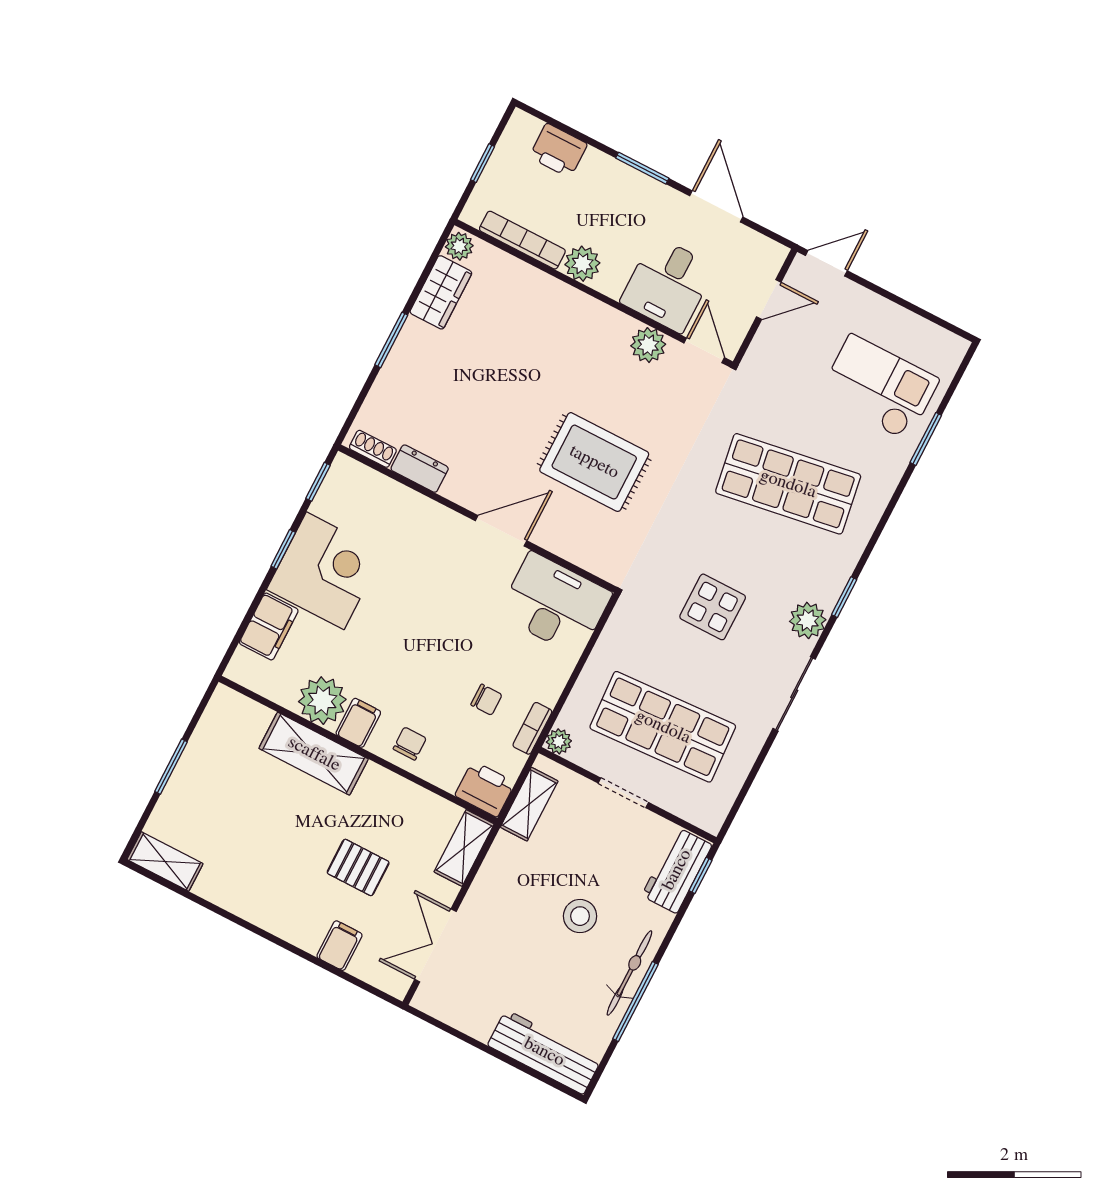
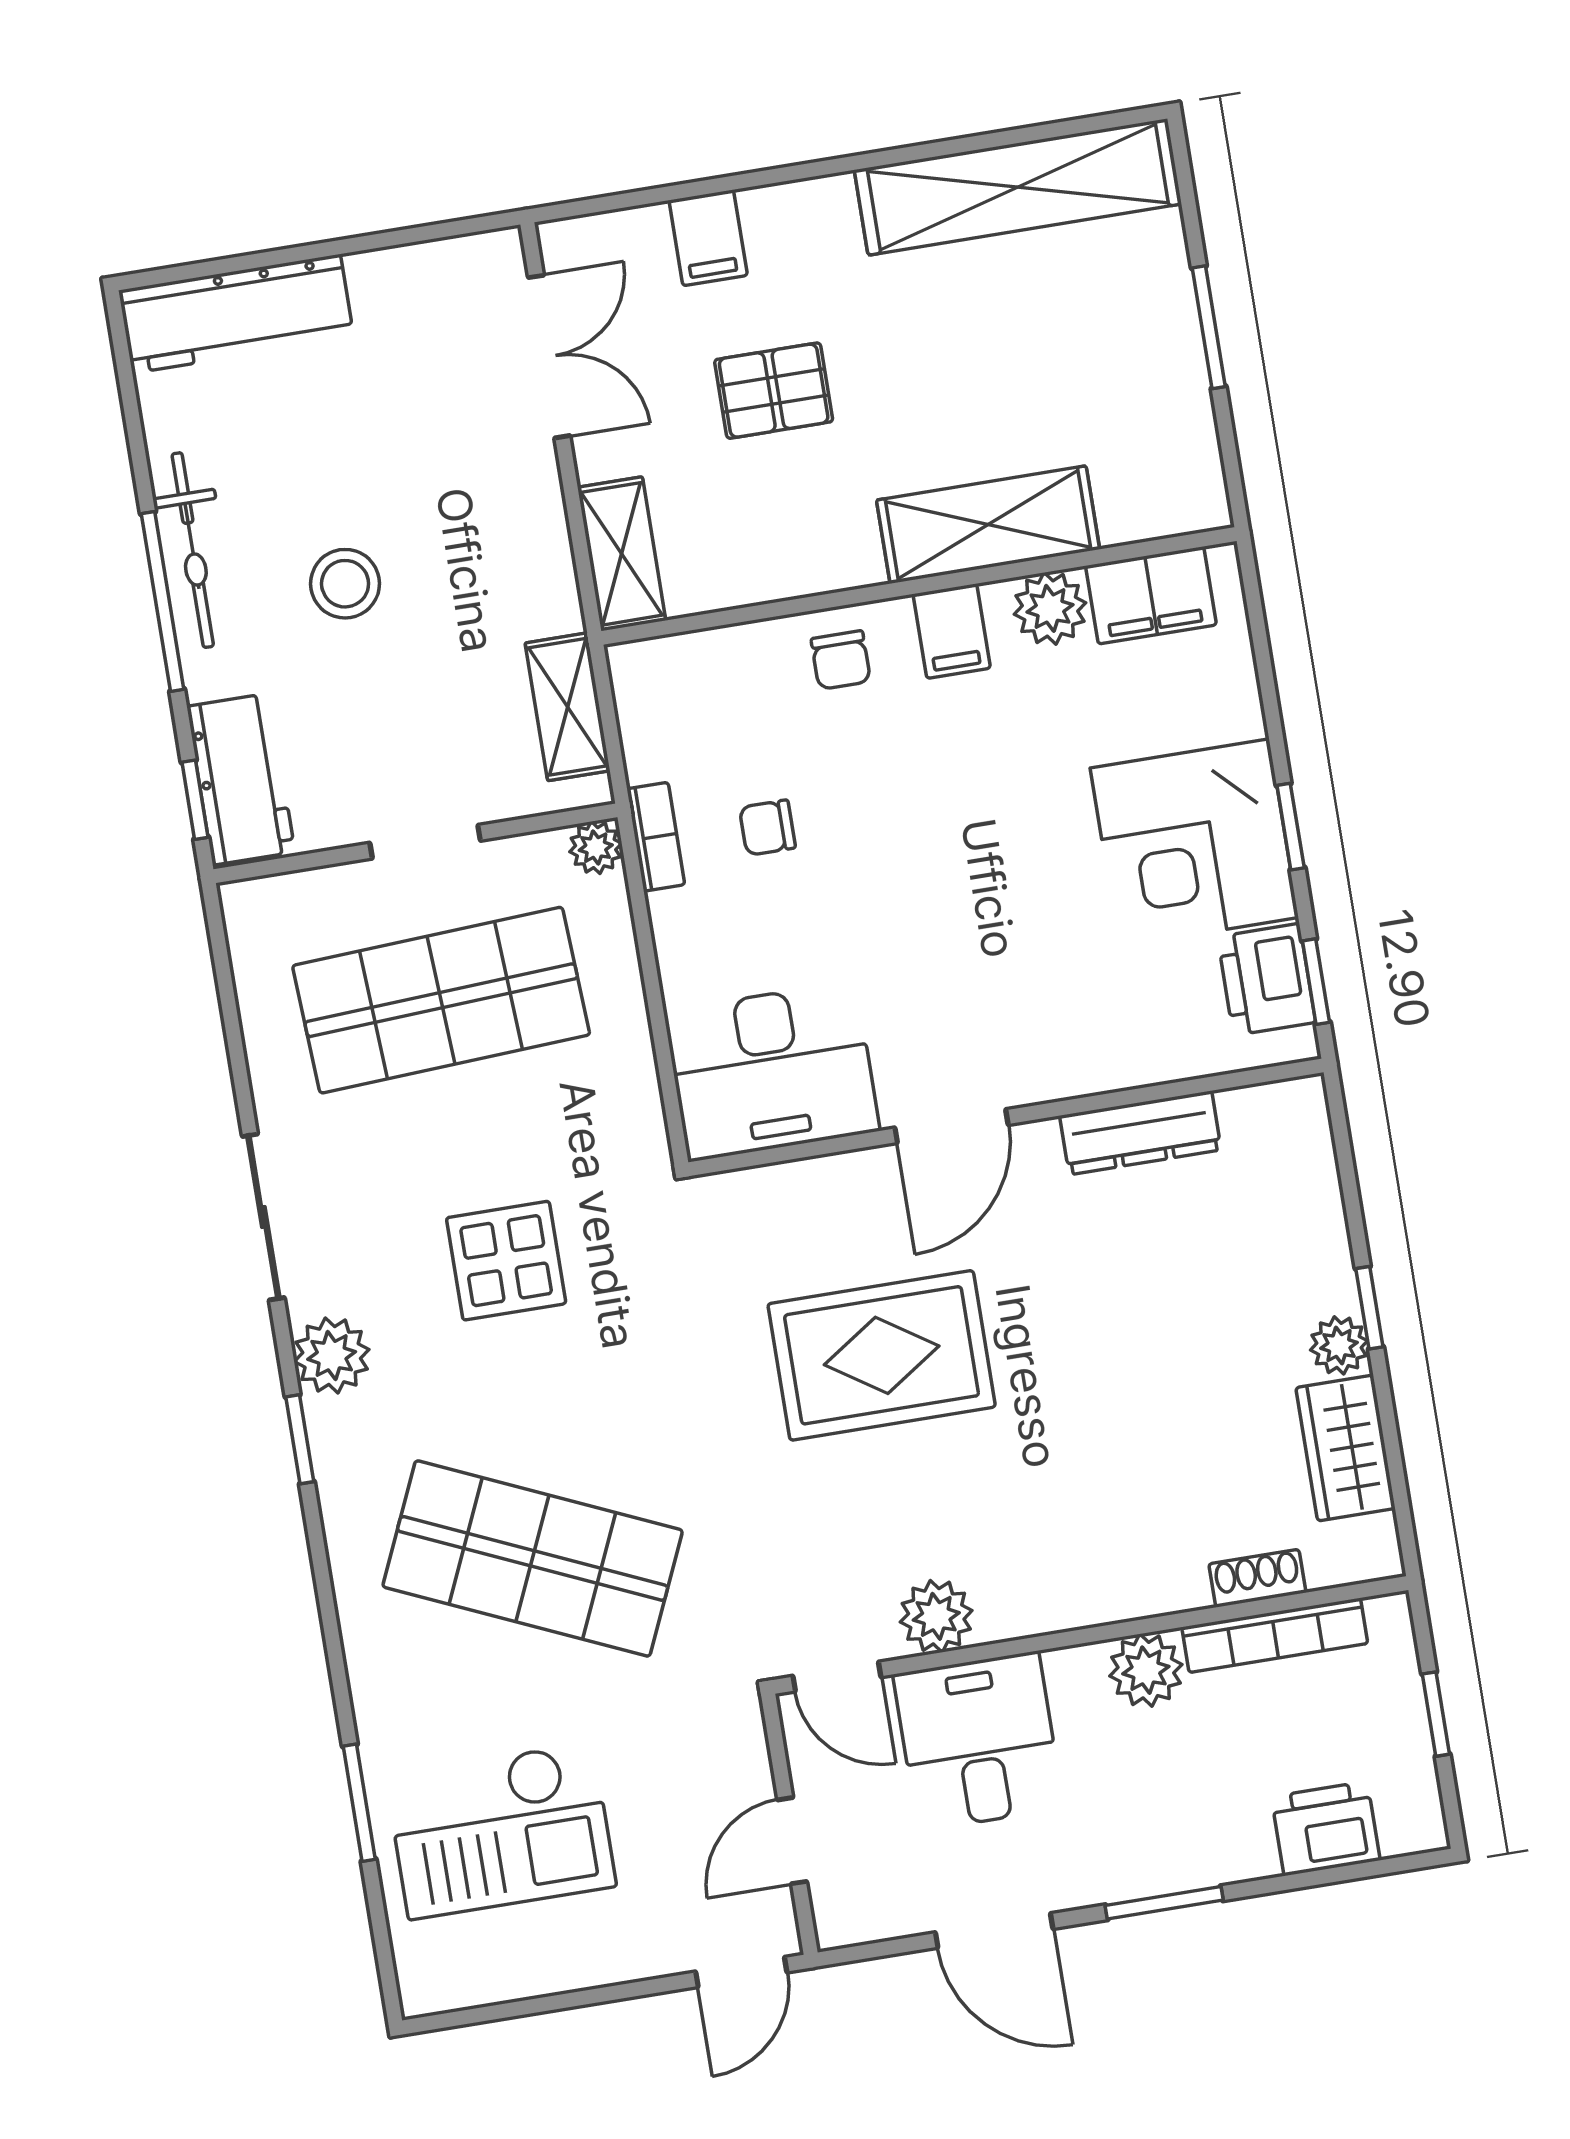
plant: (459, 246) -> (1339, 1345), moved
window: (391, 340) -> (1369, 1308), width x0.67
shoe rack: (373, 449) -> (1257, 1578), moved, turned 180
dresser: (420, 469) -> (1140, 1133), width x1.44
shop shelf: (788, 484) -> (533, 1558), turned 33
filing cabinet: (269, 626) -> (1151, 595), moved, turned -90
plant: (322, 701) -> (1050, 608), width x0.73, depth x0.73
printer: (485, 789) -> (1266, 980), moved, turned 90
shelving: (165, 862) -> (1018, 187), width x2.20, depth x1.33
window: (635, 1001) -> (163, 601), moved

